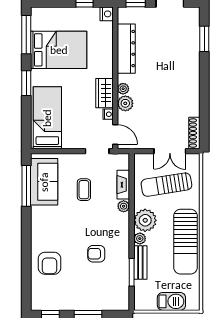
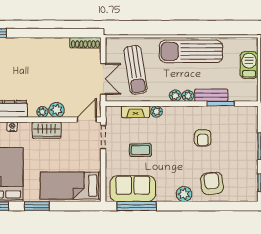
nightstand: (108, 114) -> (12, 127), moved
double door: (170, 151) -> (103, 79), moved
plant: (145, 220) -> (175, 96), width x0.53, depth x0.53
plant: (39, 235) -> (184, 194), added
sun lounger: (186, 242) -> (191, 51), turned 180
armchair: (50, 263) -> (212, 183), turned -97

